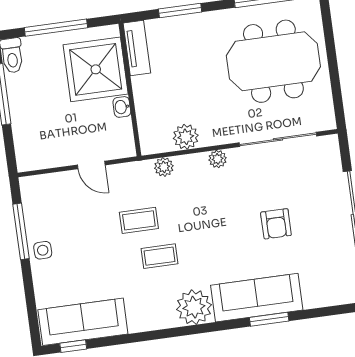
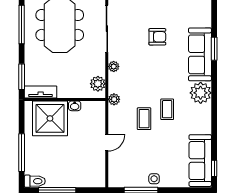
tv unit: (137, 48) -> (41, 92), moved
shower: (96, 69) -> (50, 118), moved
wall: (130, 90) -> (65, 100), moved
washbasin: (122, 107) -> (75, 106), moved

